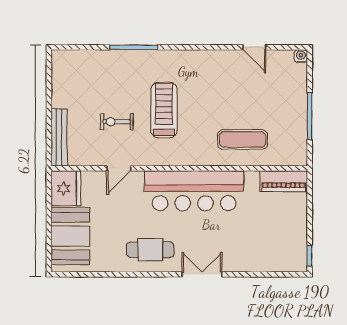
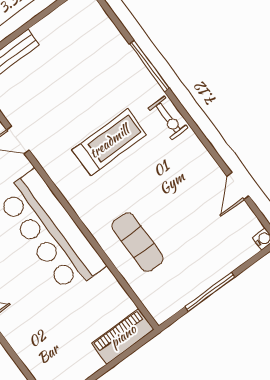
exercise bike: (117, 122) -> (168, 118), moved, turned 180
piano: (284, 181) -> (123, 336), moved, turned 90

